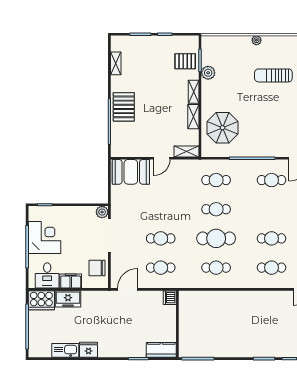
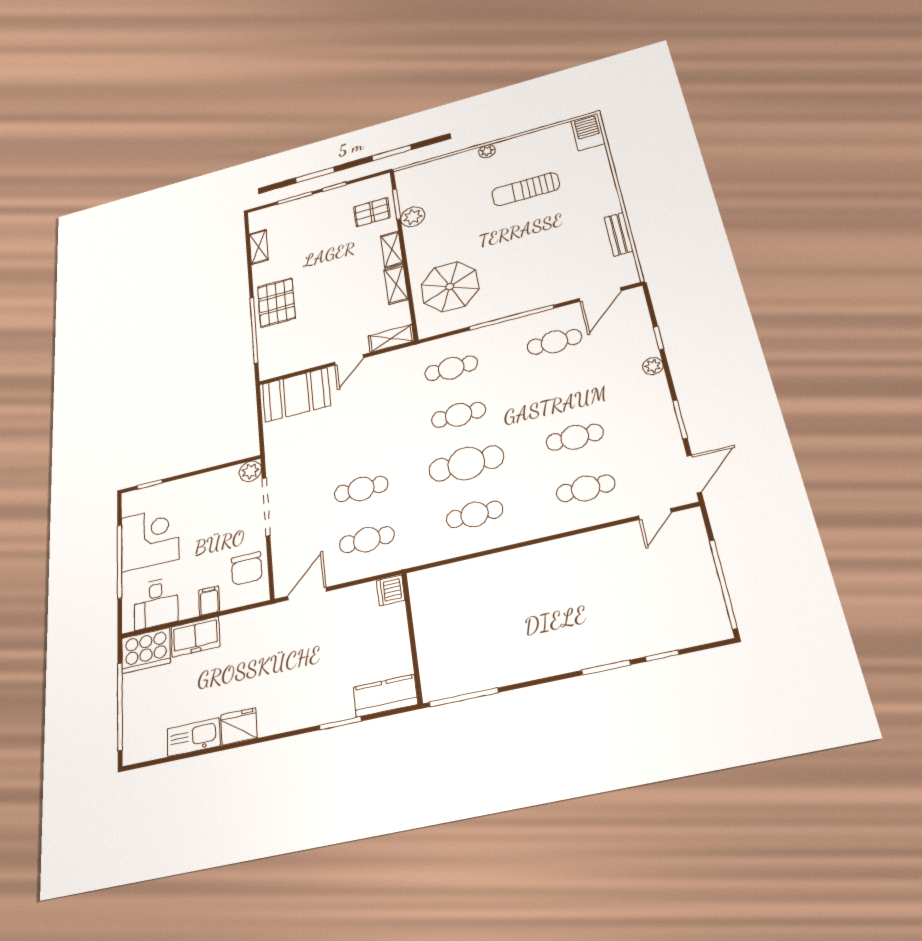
chair: (97, 268) -> (247, 569), turned -90
filing cabinet: (71, 281) -> (209, 601), width x0.50

